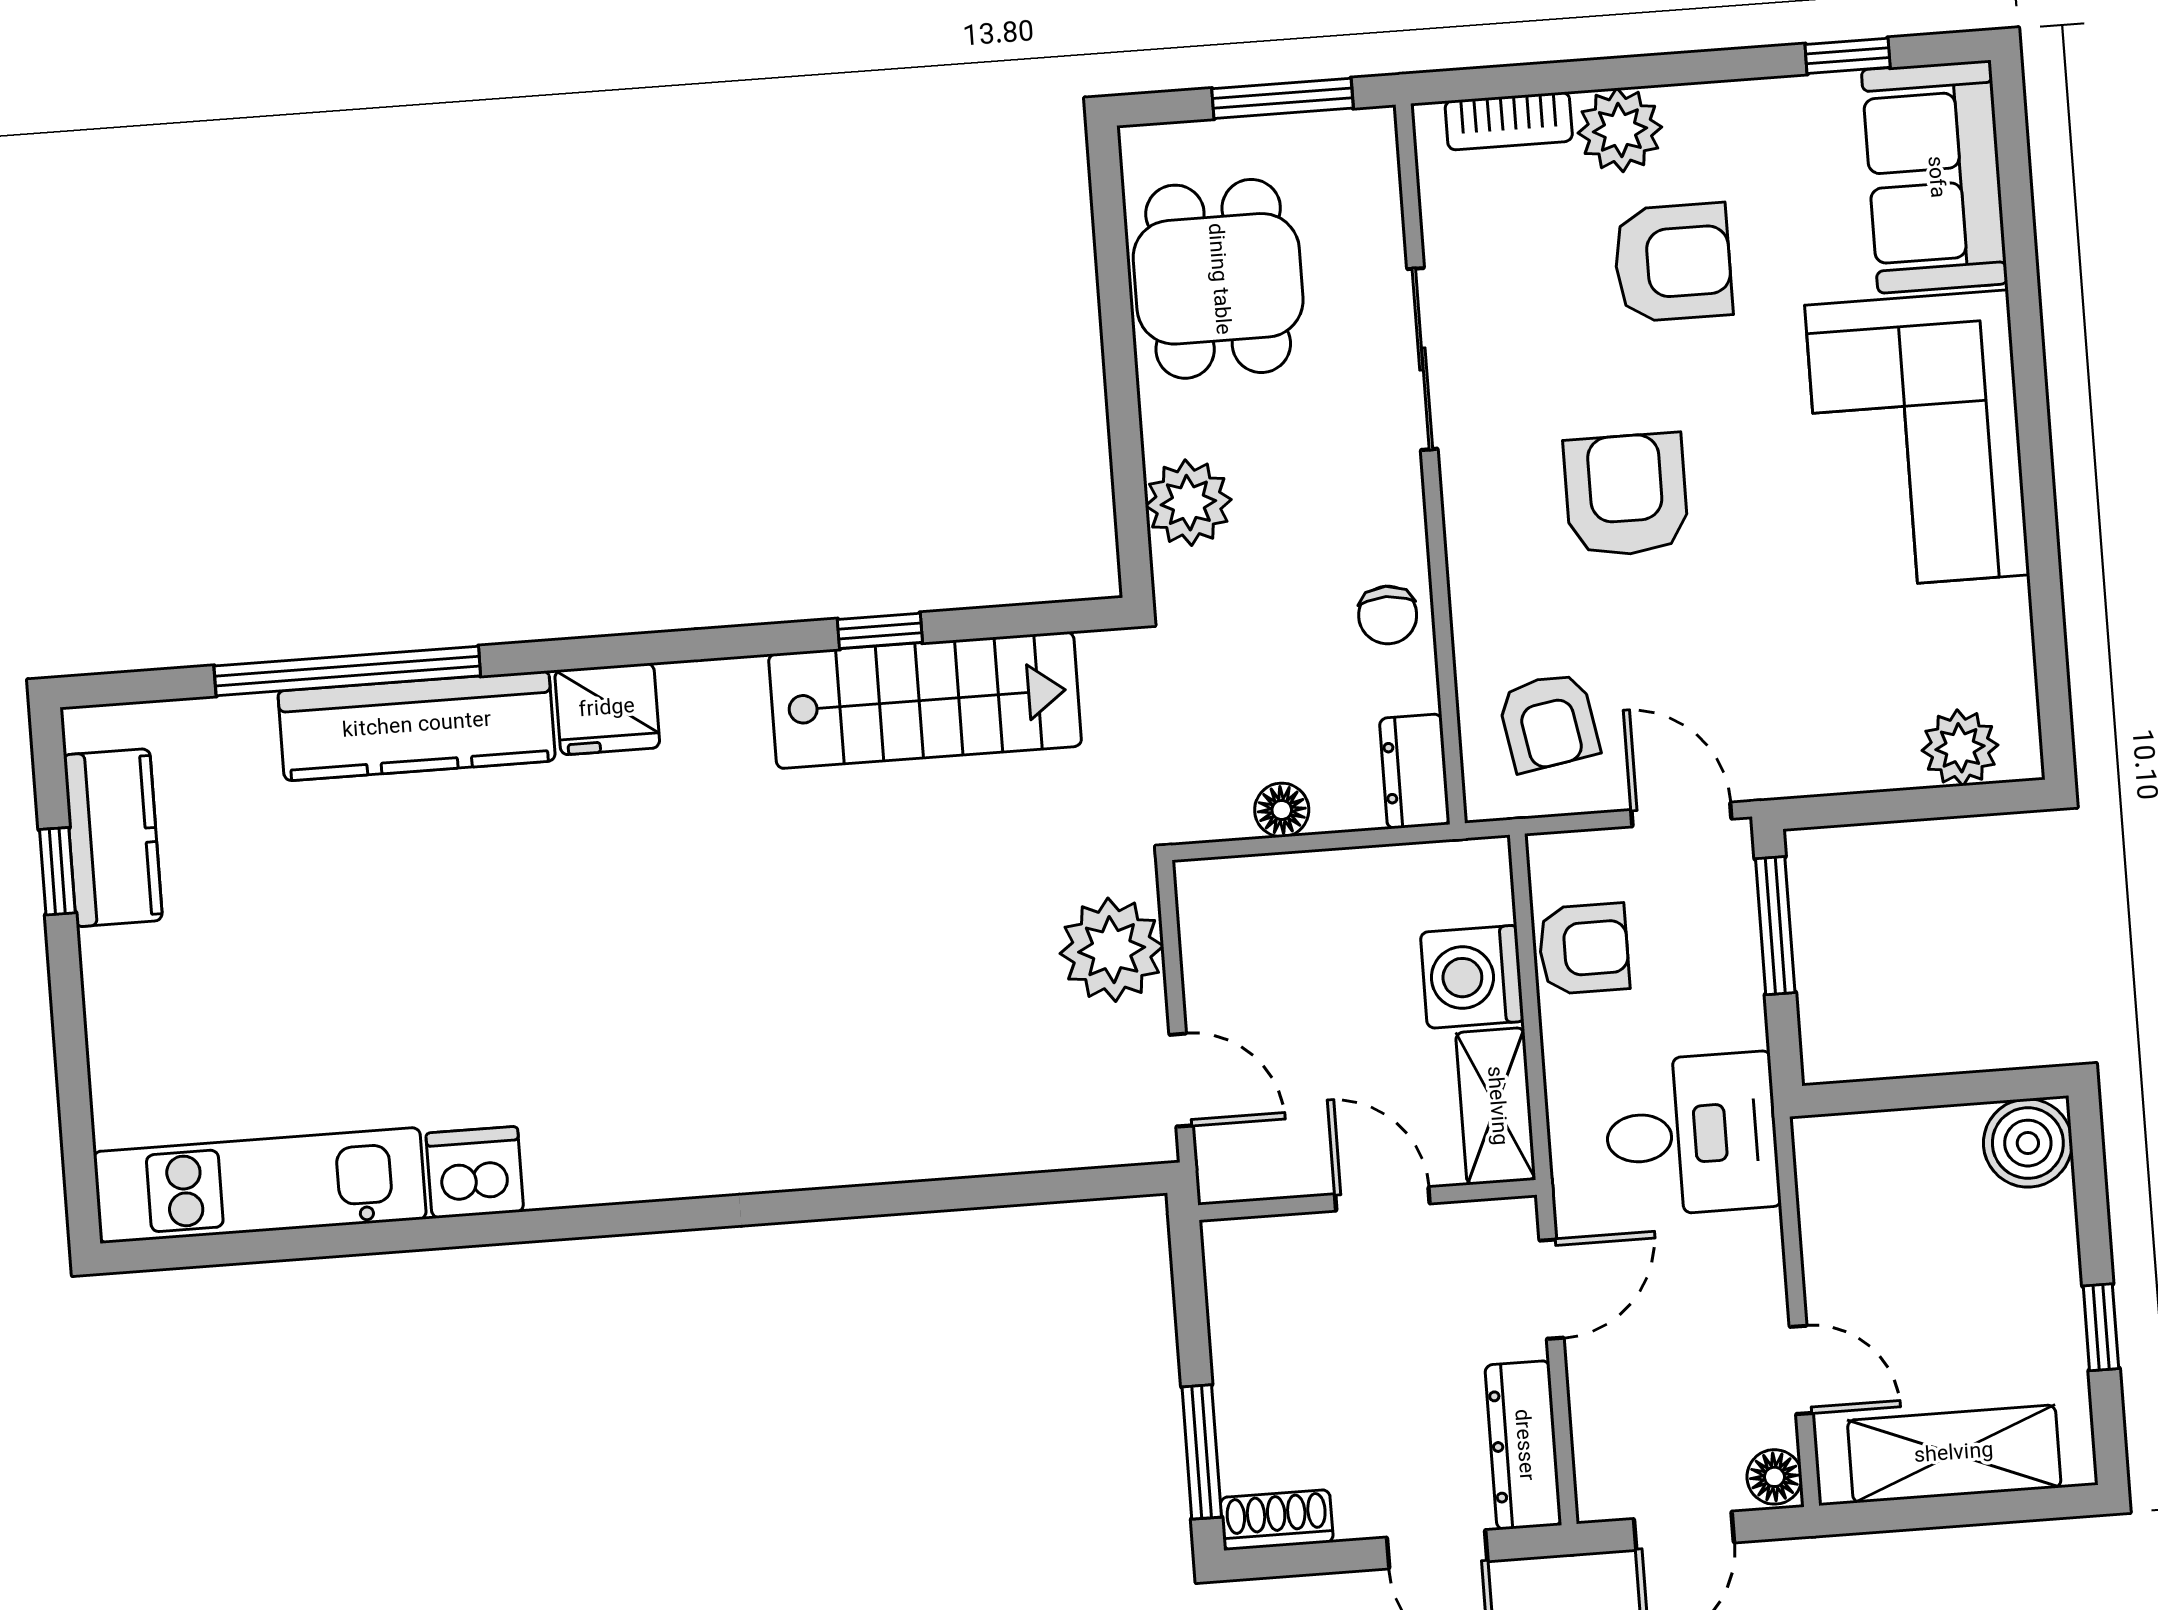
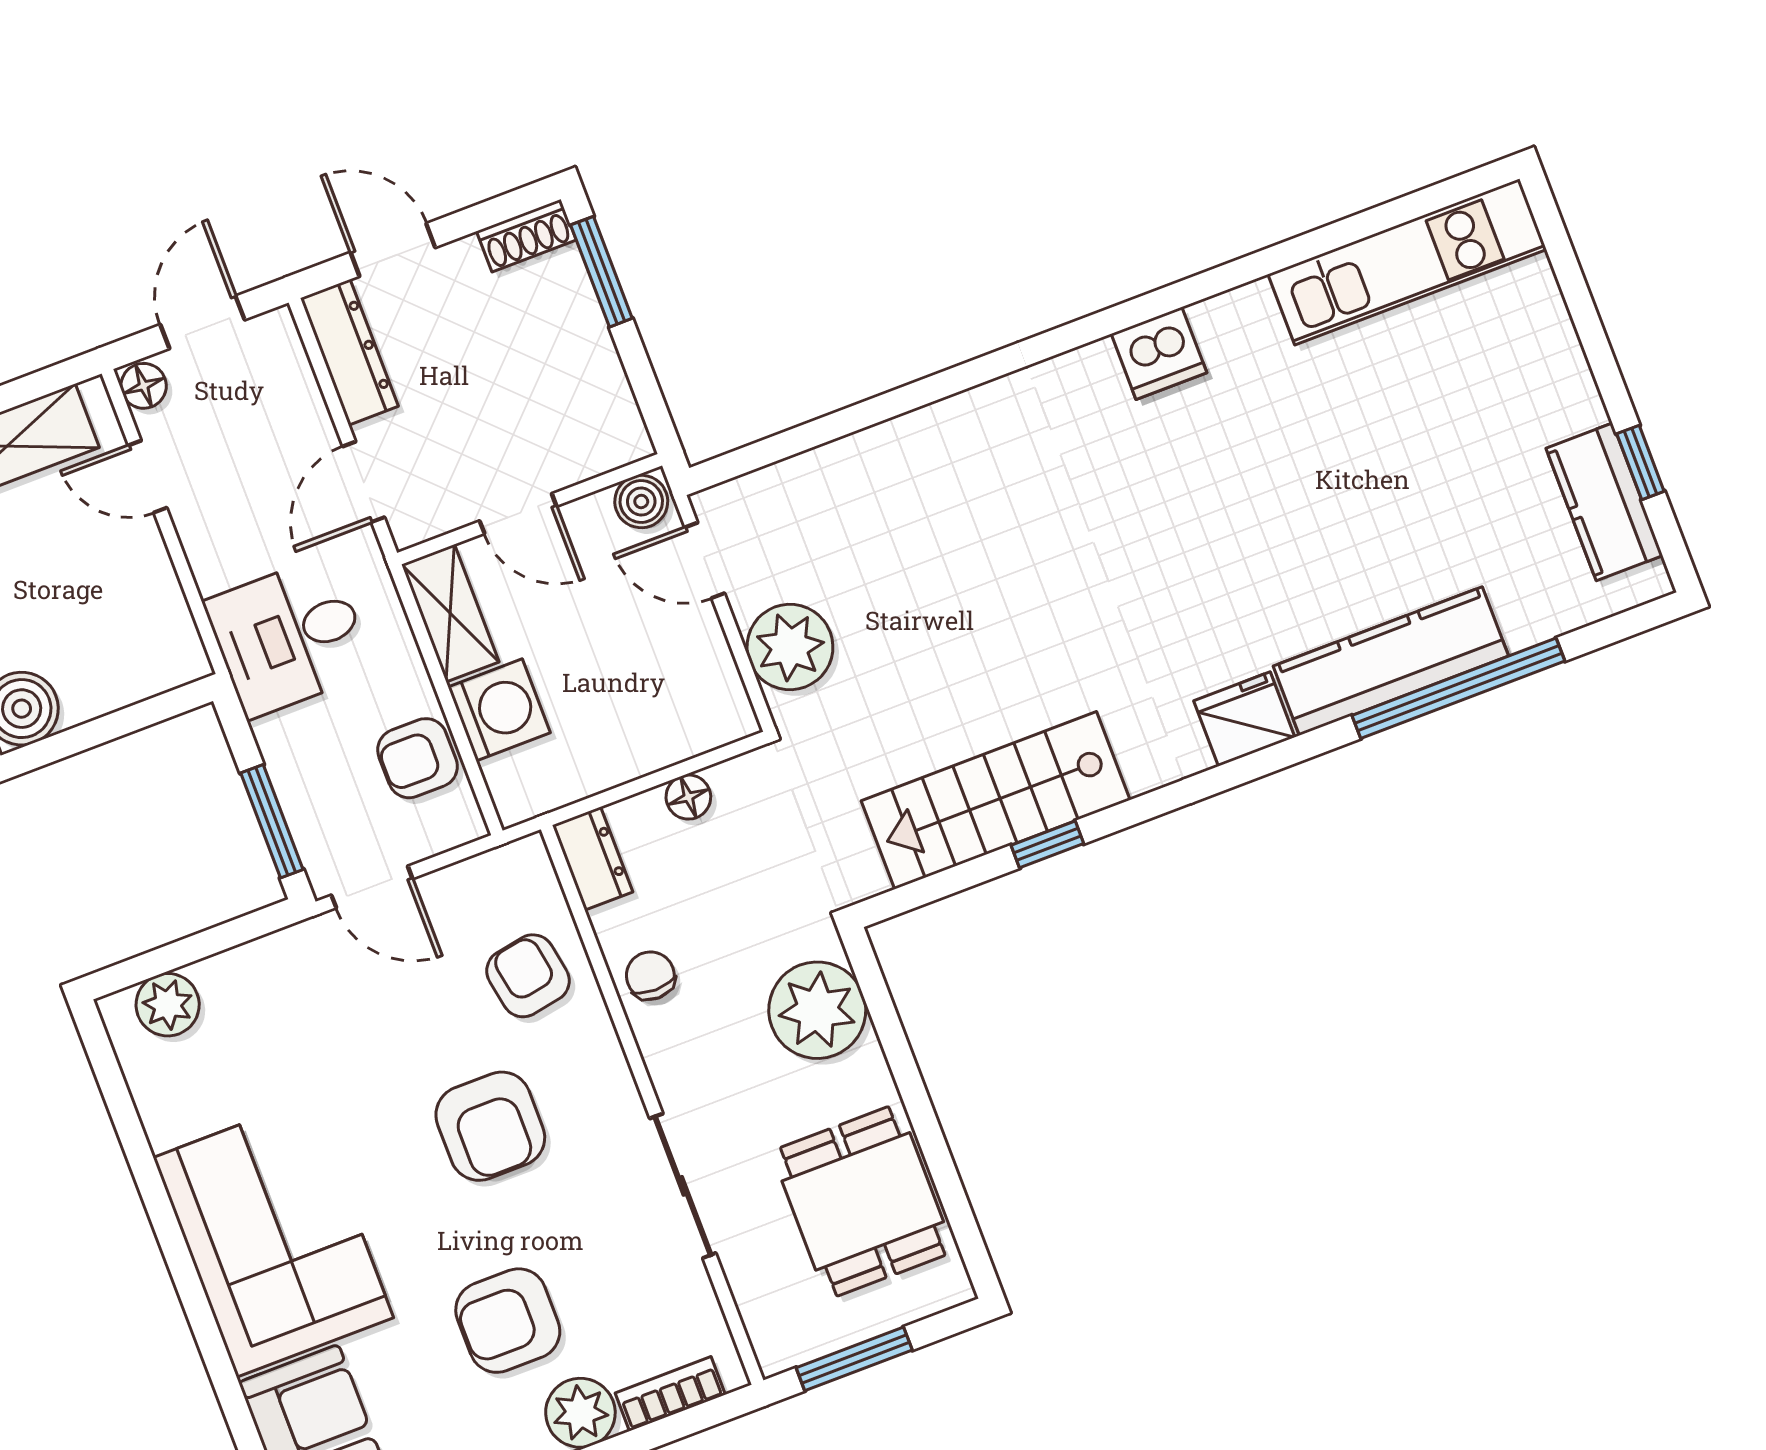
plant: (1188, 503) -> (817, 1010), width x1.36, depth x1.36
armchair: (1549, 722) -> (528, 976), moved
boiler: (1235, 1170) -> (641, 501), added
dishwasher: (475, 1172) -> (1159, 353), moved

